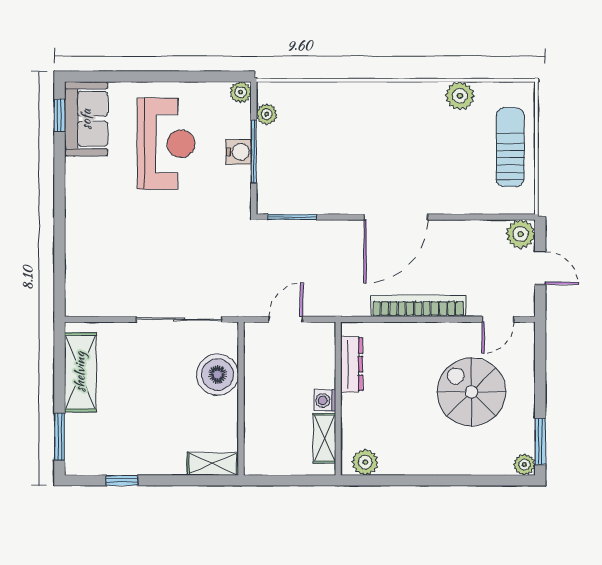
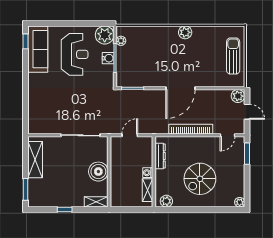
plant: (241, 92) -> (105, 35), width x1.88, depth x1.88
plant: (460, 96) -> (185, 32), moved
sofa: (86, 119) -> (38, 49), width x1.36
boiler: (218, 375) -> (98, 172), moved
spiral stairs: (471, 392) -> (200, 179), moved, turned -90
window: (540, 441) -> (247, 154), moved
window: (122, 480) -> (65, 210), moved

